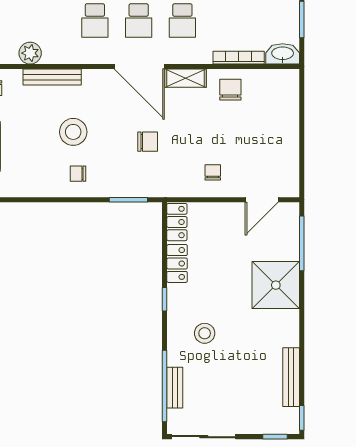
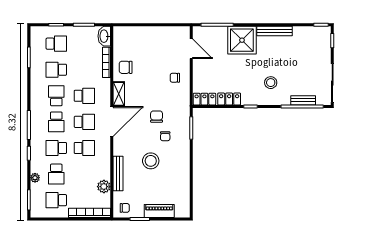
chair: (78, 174) -> (165, 136), moved
bench: (291, 377) -> (275, 31), moved

